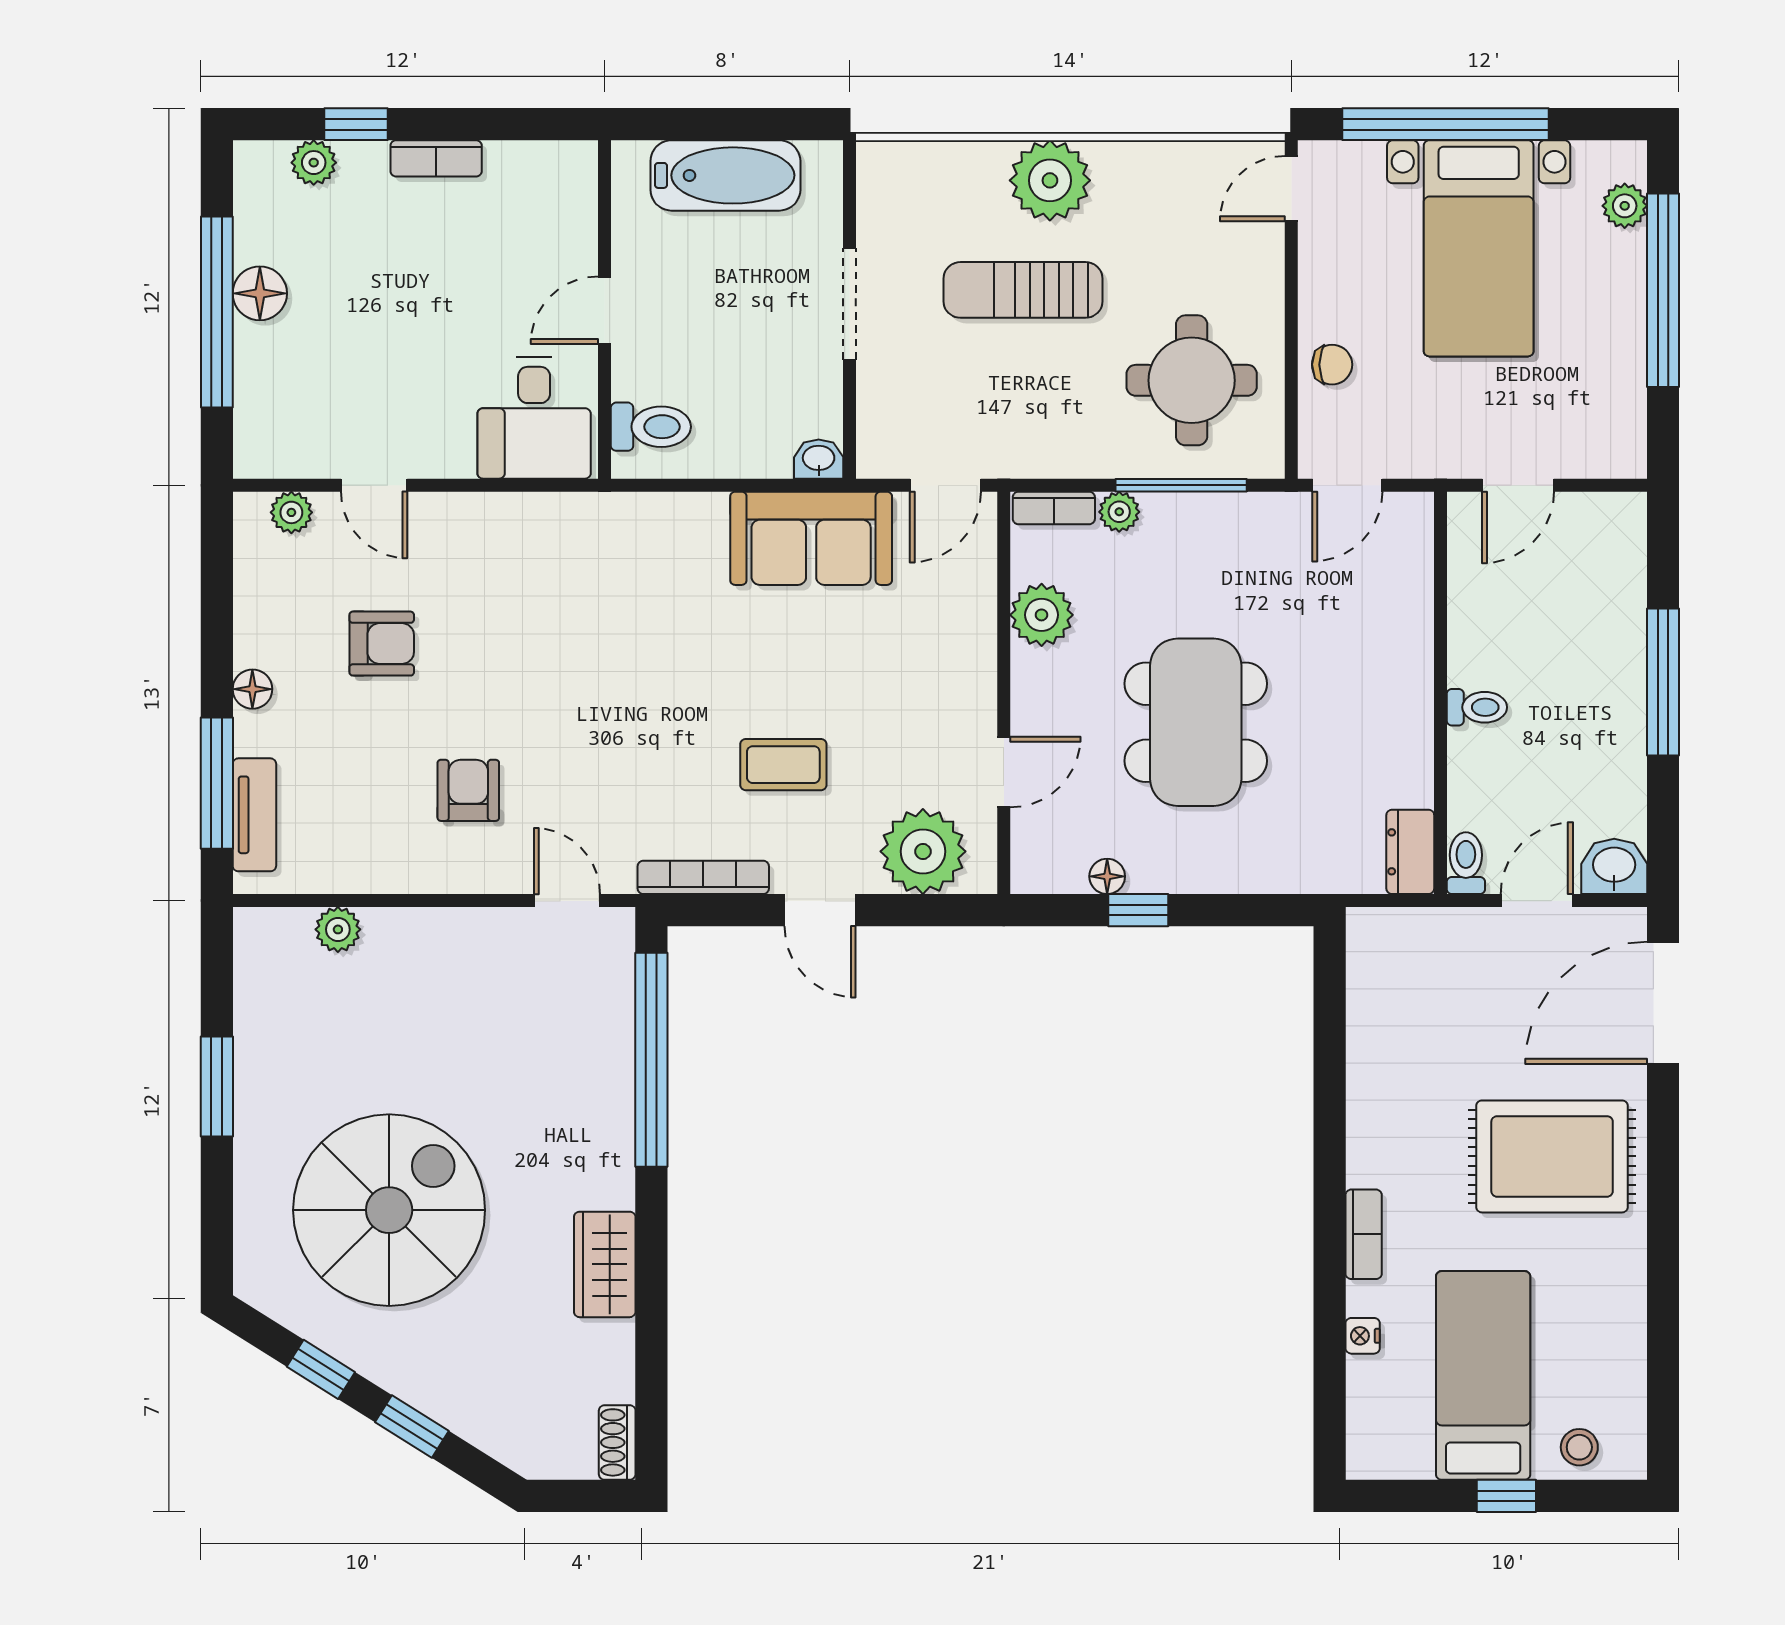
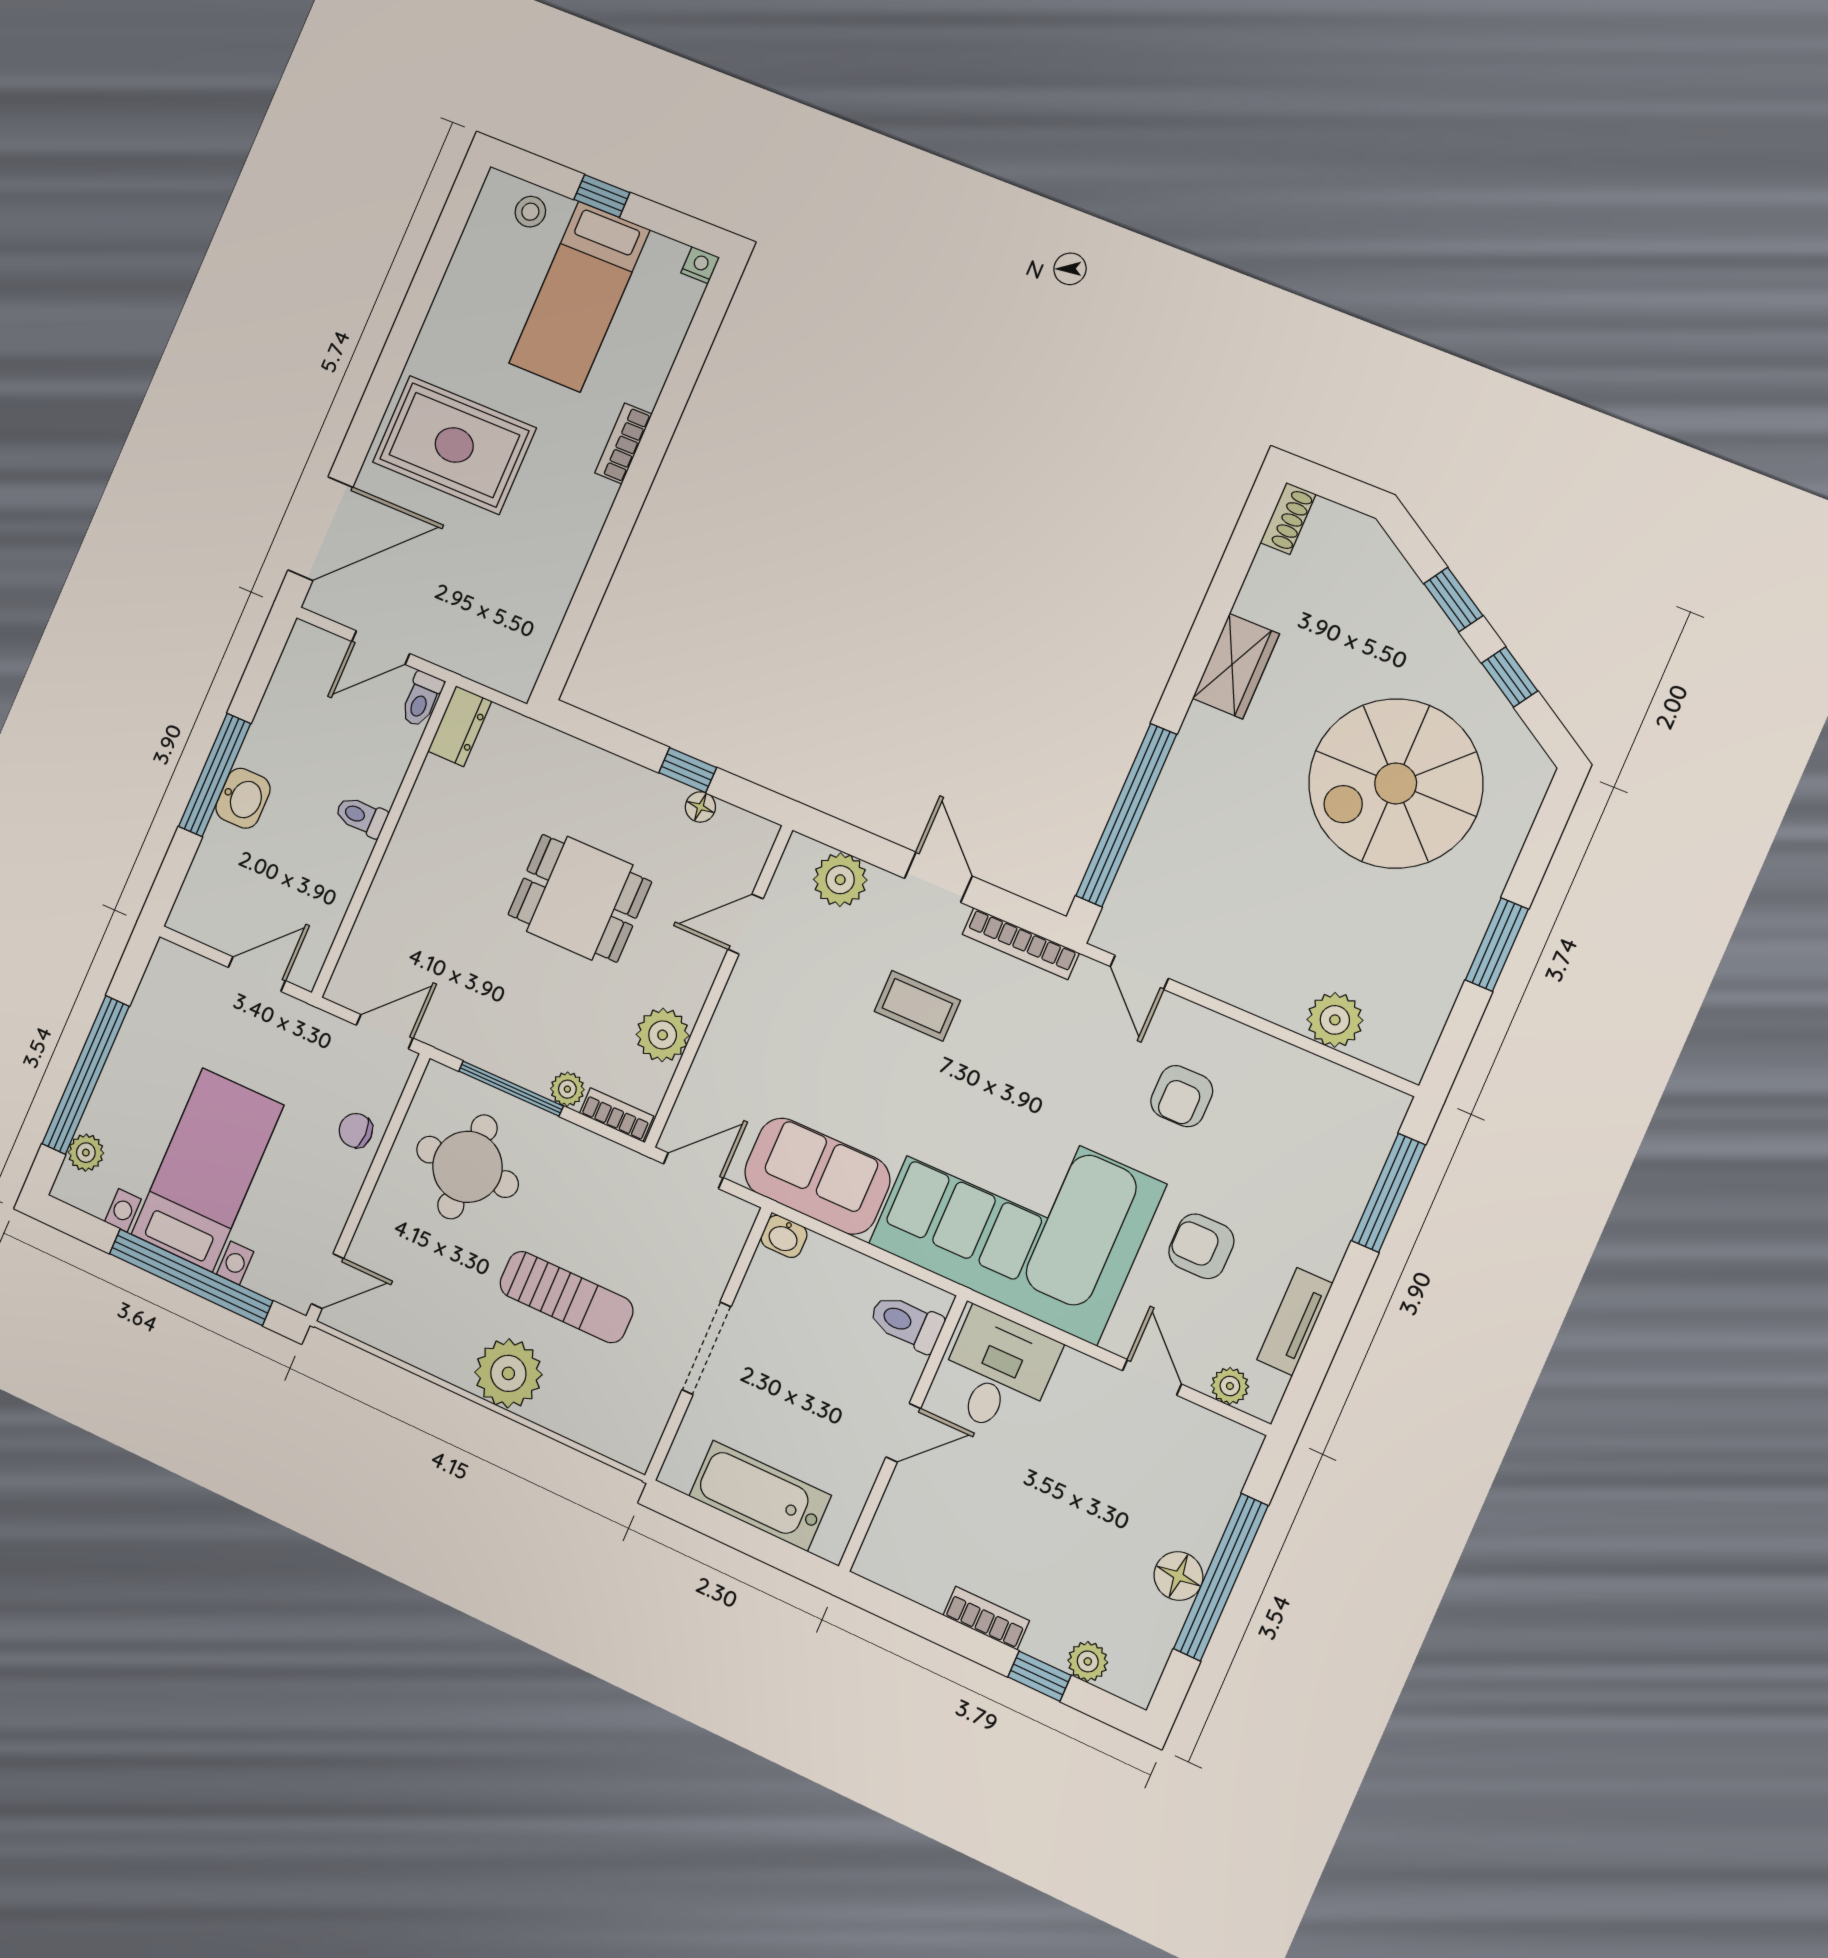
corner sofa: (585, 592) -> (1017, 1214), added
floor lamp: (252, 689) -> (1325, 1257), removed
dining table: (1196, 722) -> (580, 898), width x0.73
tv unit: (254, 815) -> (1295, 1322), moved
plant: (923, 851) -> (840, 880), width x0.73, depth x0.73
washbasin: (1614, 866) -> (243, 798), moved, turned -90
plant: (338, 929) -> (1335, 1020), width x1.38, depth x1.38
nightstand: (1363, 1336) -> (700, 265), moved, turned -90

